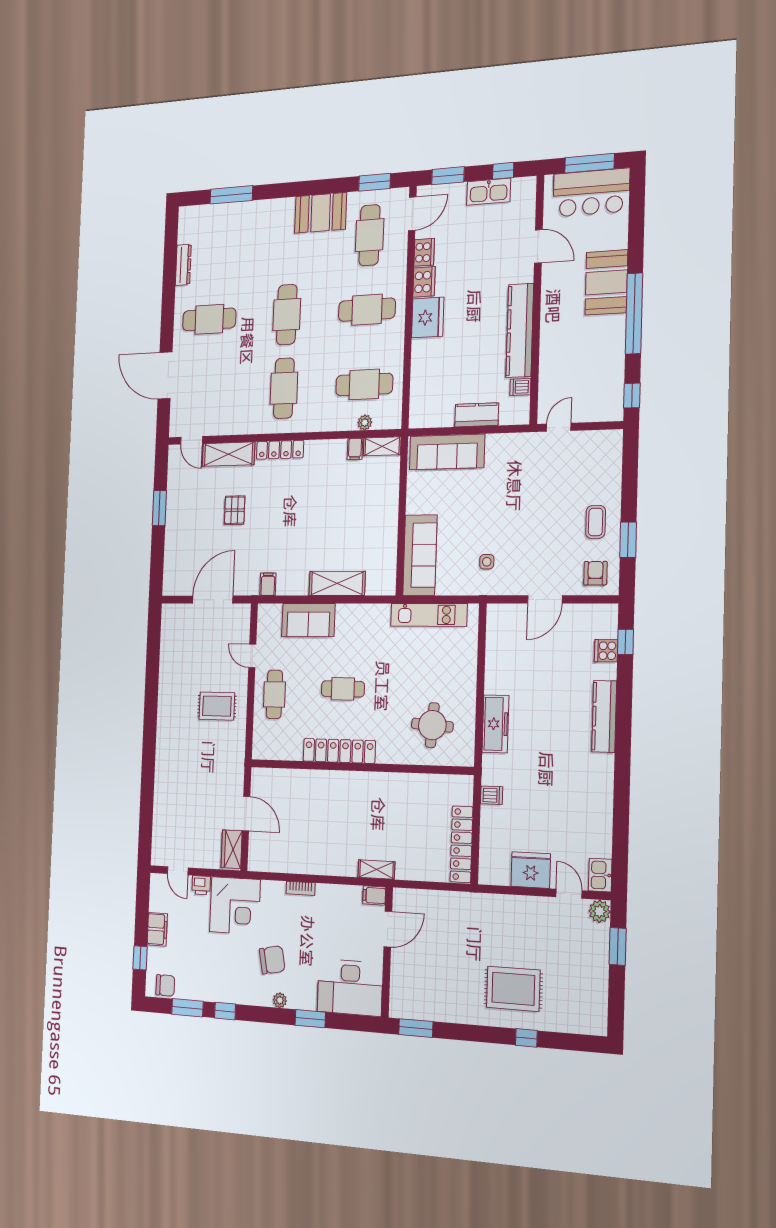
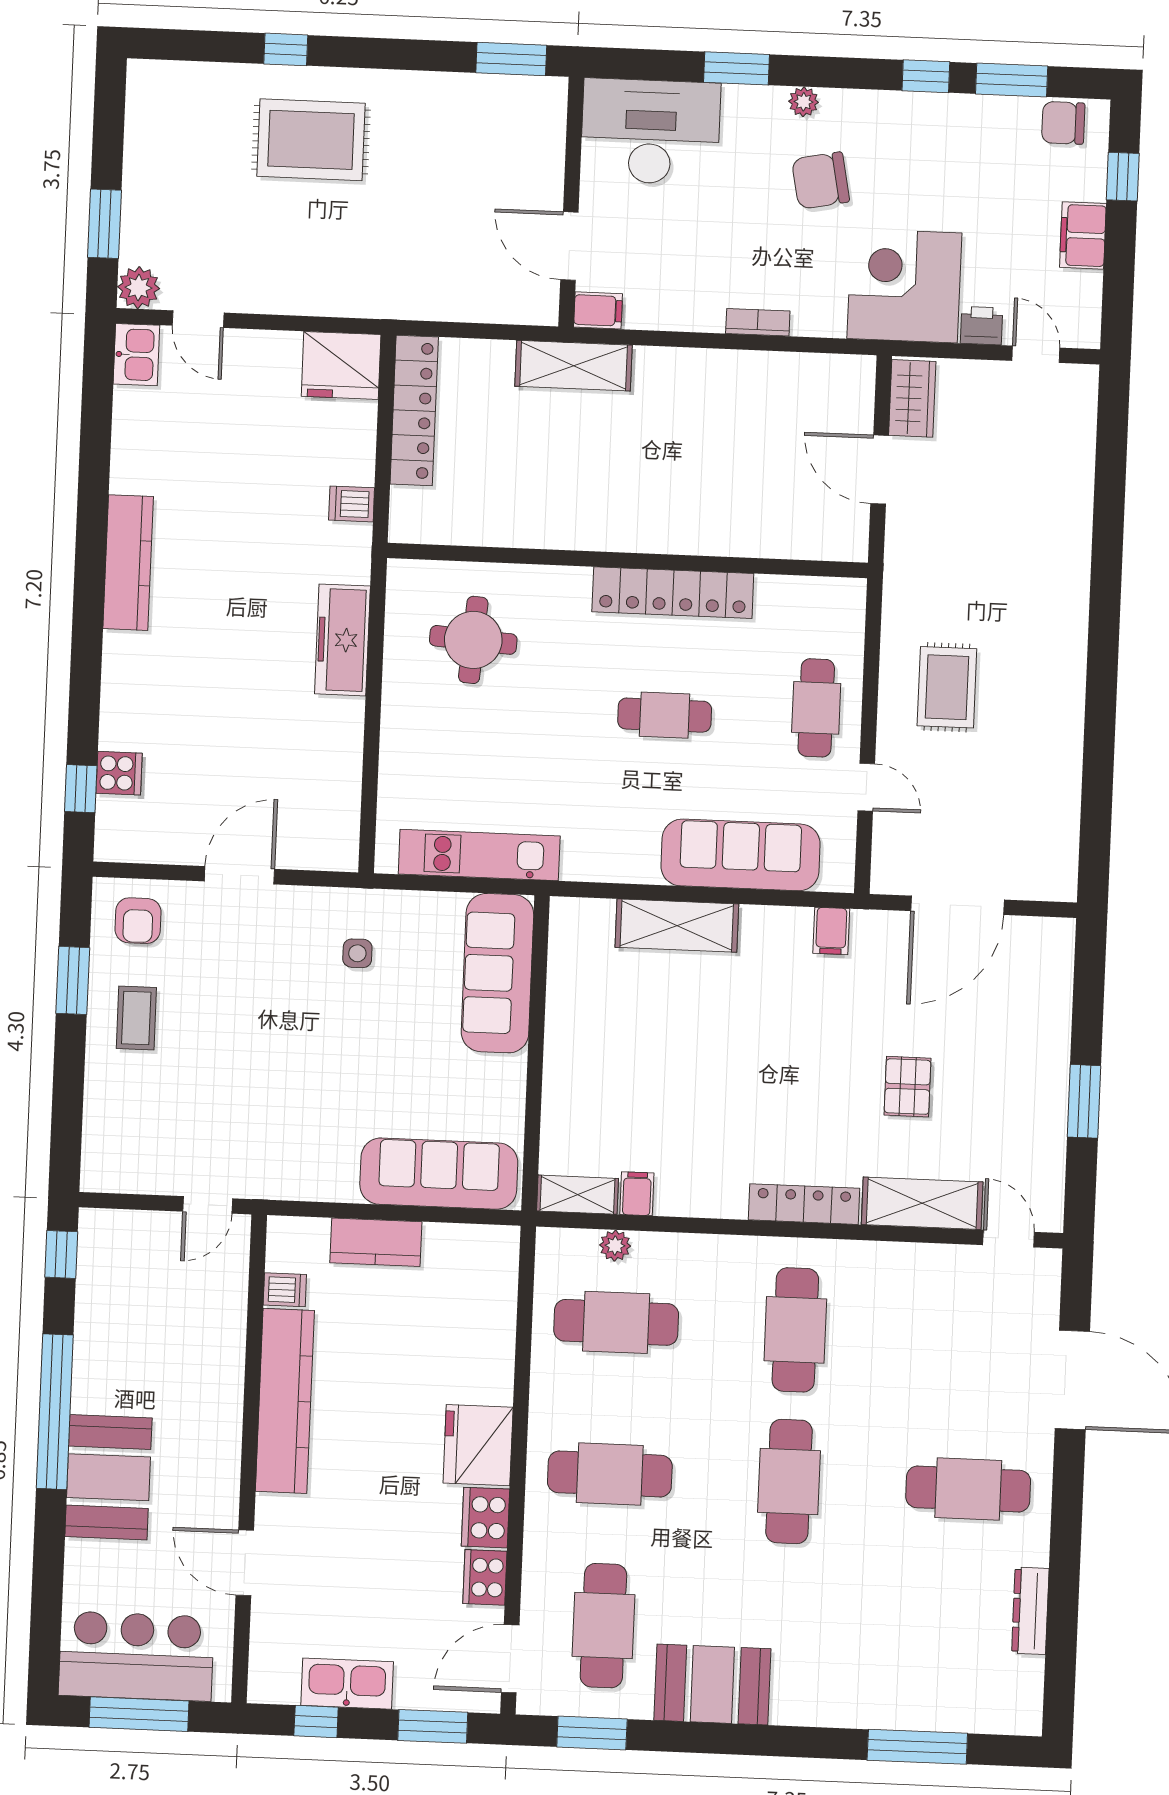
sofa: (308, 620) -> (740, 855), width x1.36
rug: (217, 706) -> (947, 687), turned 90
kitchen counter: (604, 716) -> (128, 563), moved
shelving: (376, 870) -> (574, 366), width x1.50, depth x1.33
fridge: (531, 870) -> (341, 365), moved
door: (388, 929) -> (569, 246), hinge flipped

